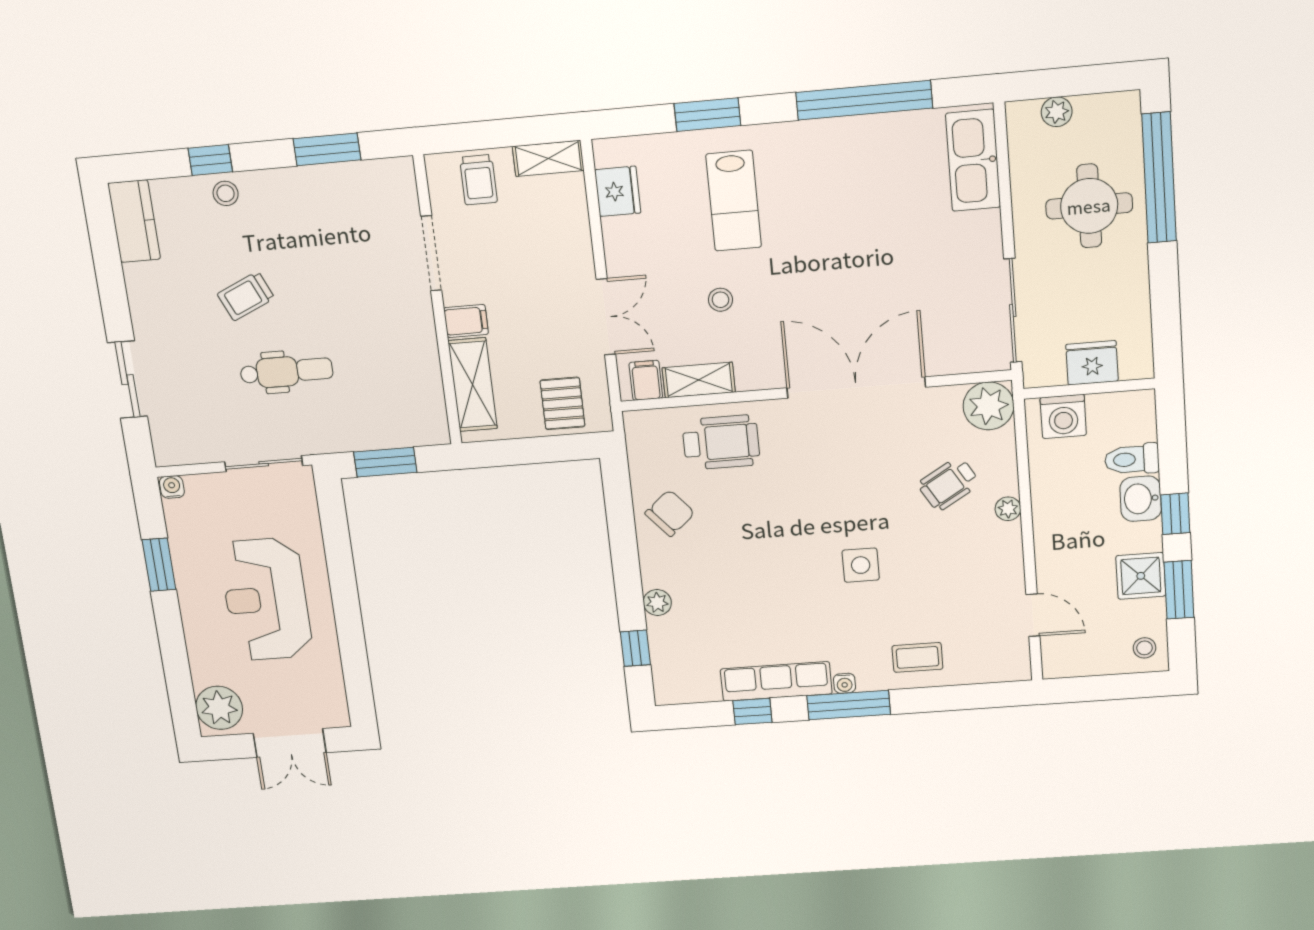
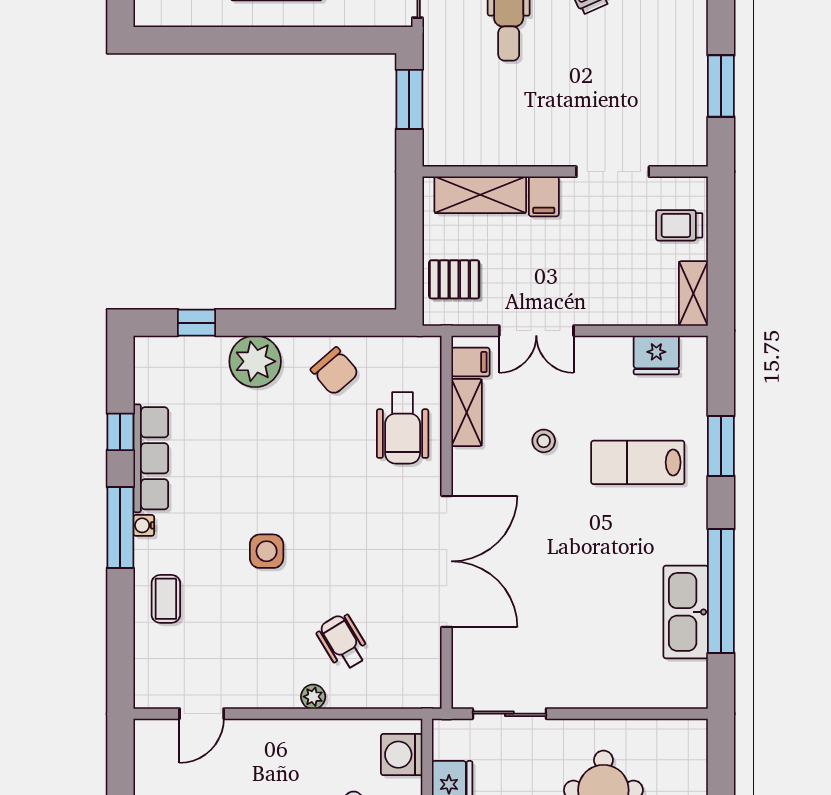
plant: (1057, 112) -> (694, 765), removed
kitchen sink: (973, 160) -> (686, 612), moved, turned -90
sliding door: (1013, 311) -> (509, 714), width x0.73
plant: (988, 406) -> (418, 685), removed
plant: (657, 603) -> (255, 361), width x1.88, depth x1.88

